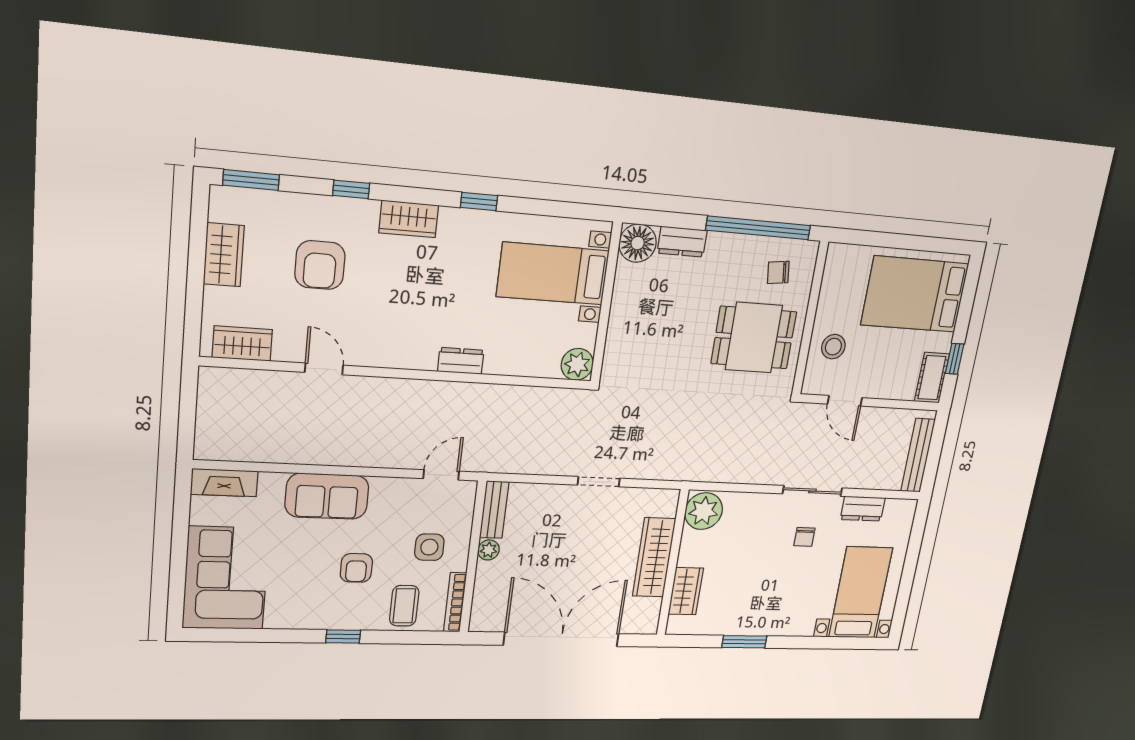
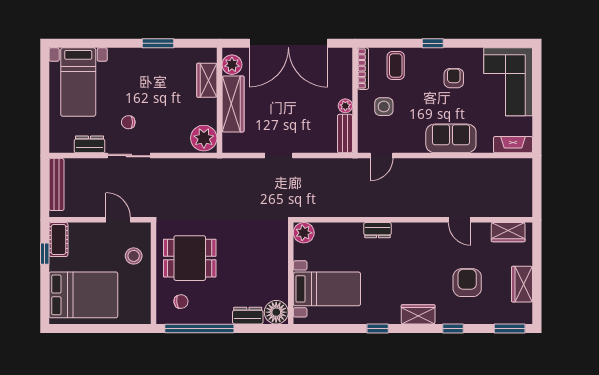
chair: (804, 537) -> (128, 122), turned -90
armchair: (356, 568) -> (454, 78), moved
plant: (647, 612) -> (232, 65), added

